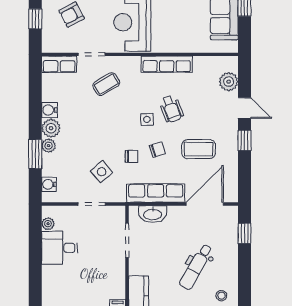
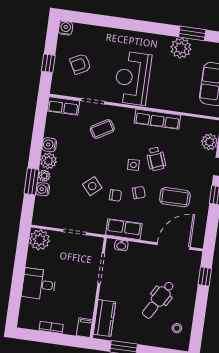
side table: (102, 172) -> (92, 186), moved
water cooler: (49, 184) -> (43, 189), moved
row of seats: (156, 193) -> (124, 229), width x0.68
washbasin: (153, 214) -> (121, 245), width x0.52, depth x0.69
plant: (48, 224) -> (40, 240), width x1.88, depth x1.88
desk: (60, 248) -> (39, 284), moved

